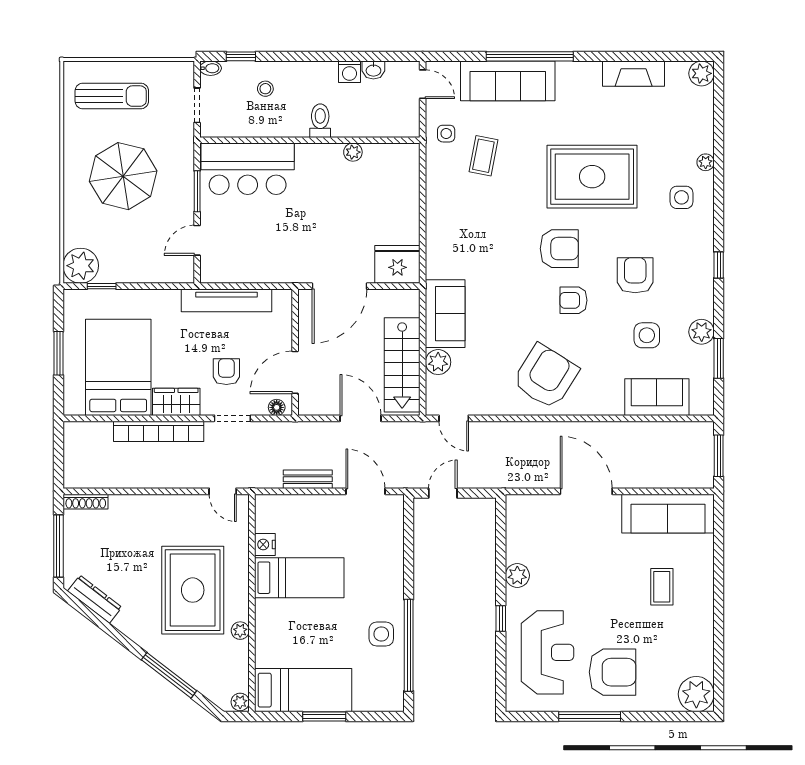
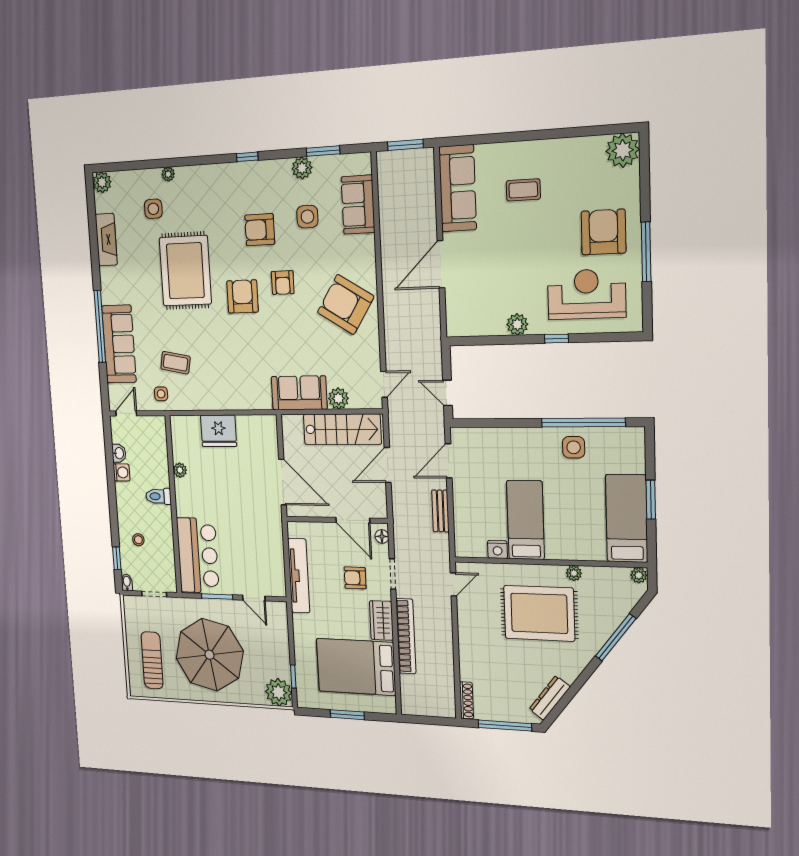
parasol: (123, 176) -> (209, 655), width x1.36, depth x1.36
side table: (681, 197) -> (153, 209), moved
fridge: (397, 264) -> (219, 431), moved, turned -90

